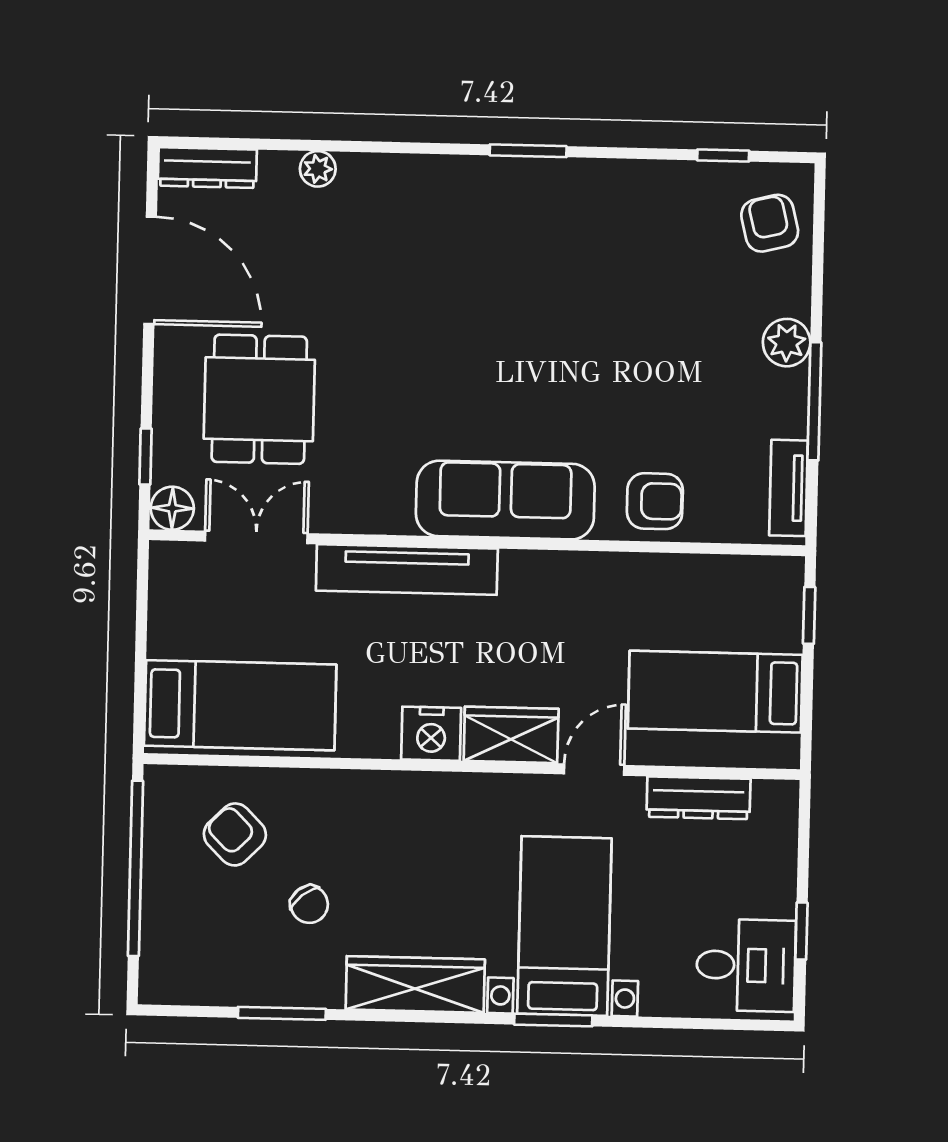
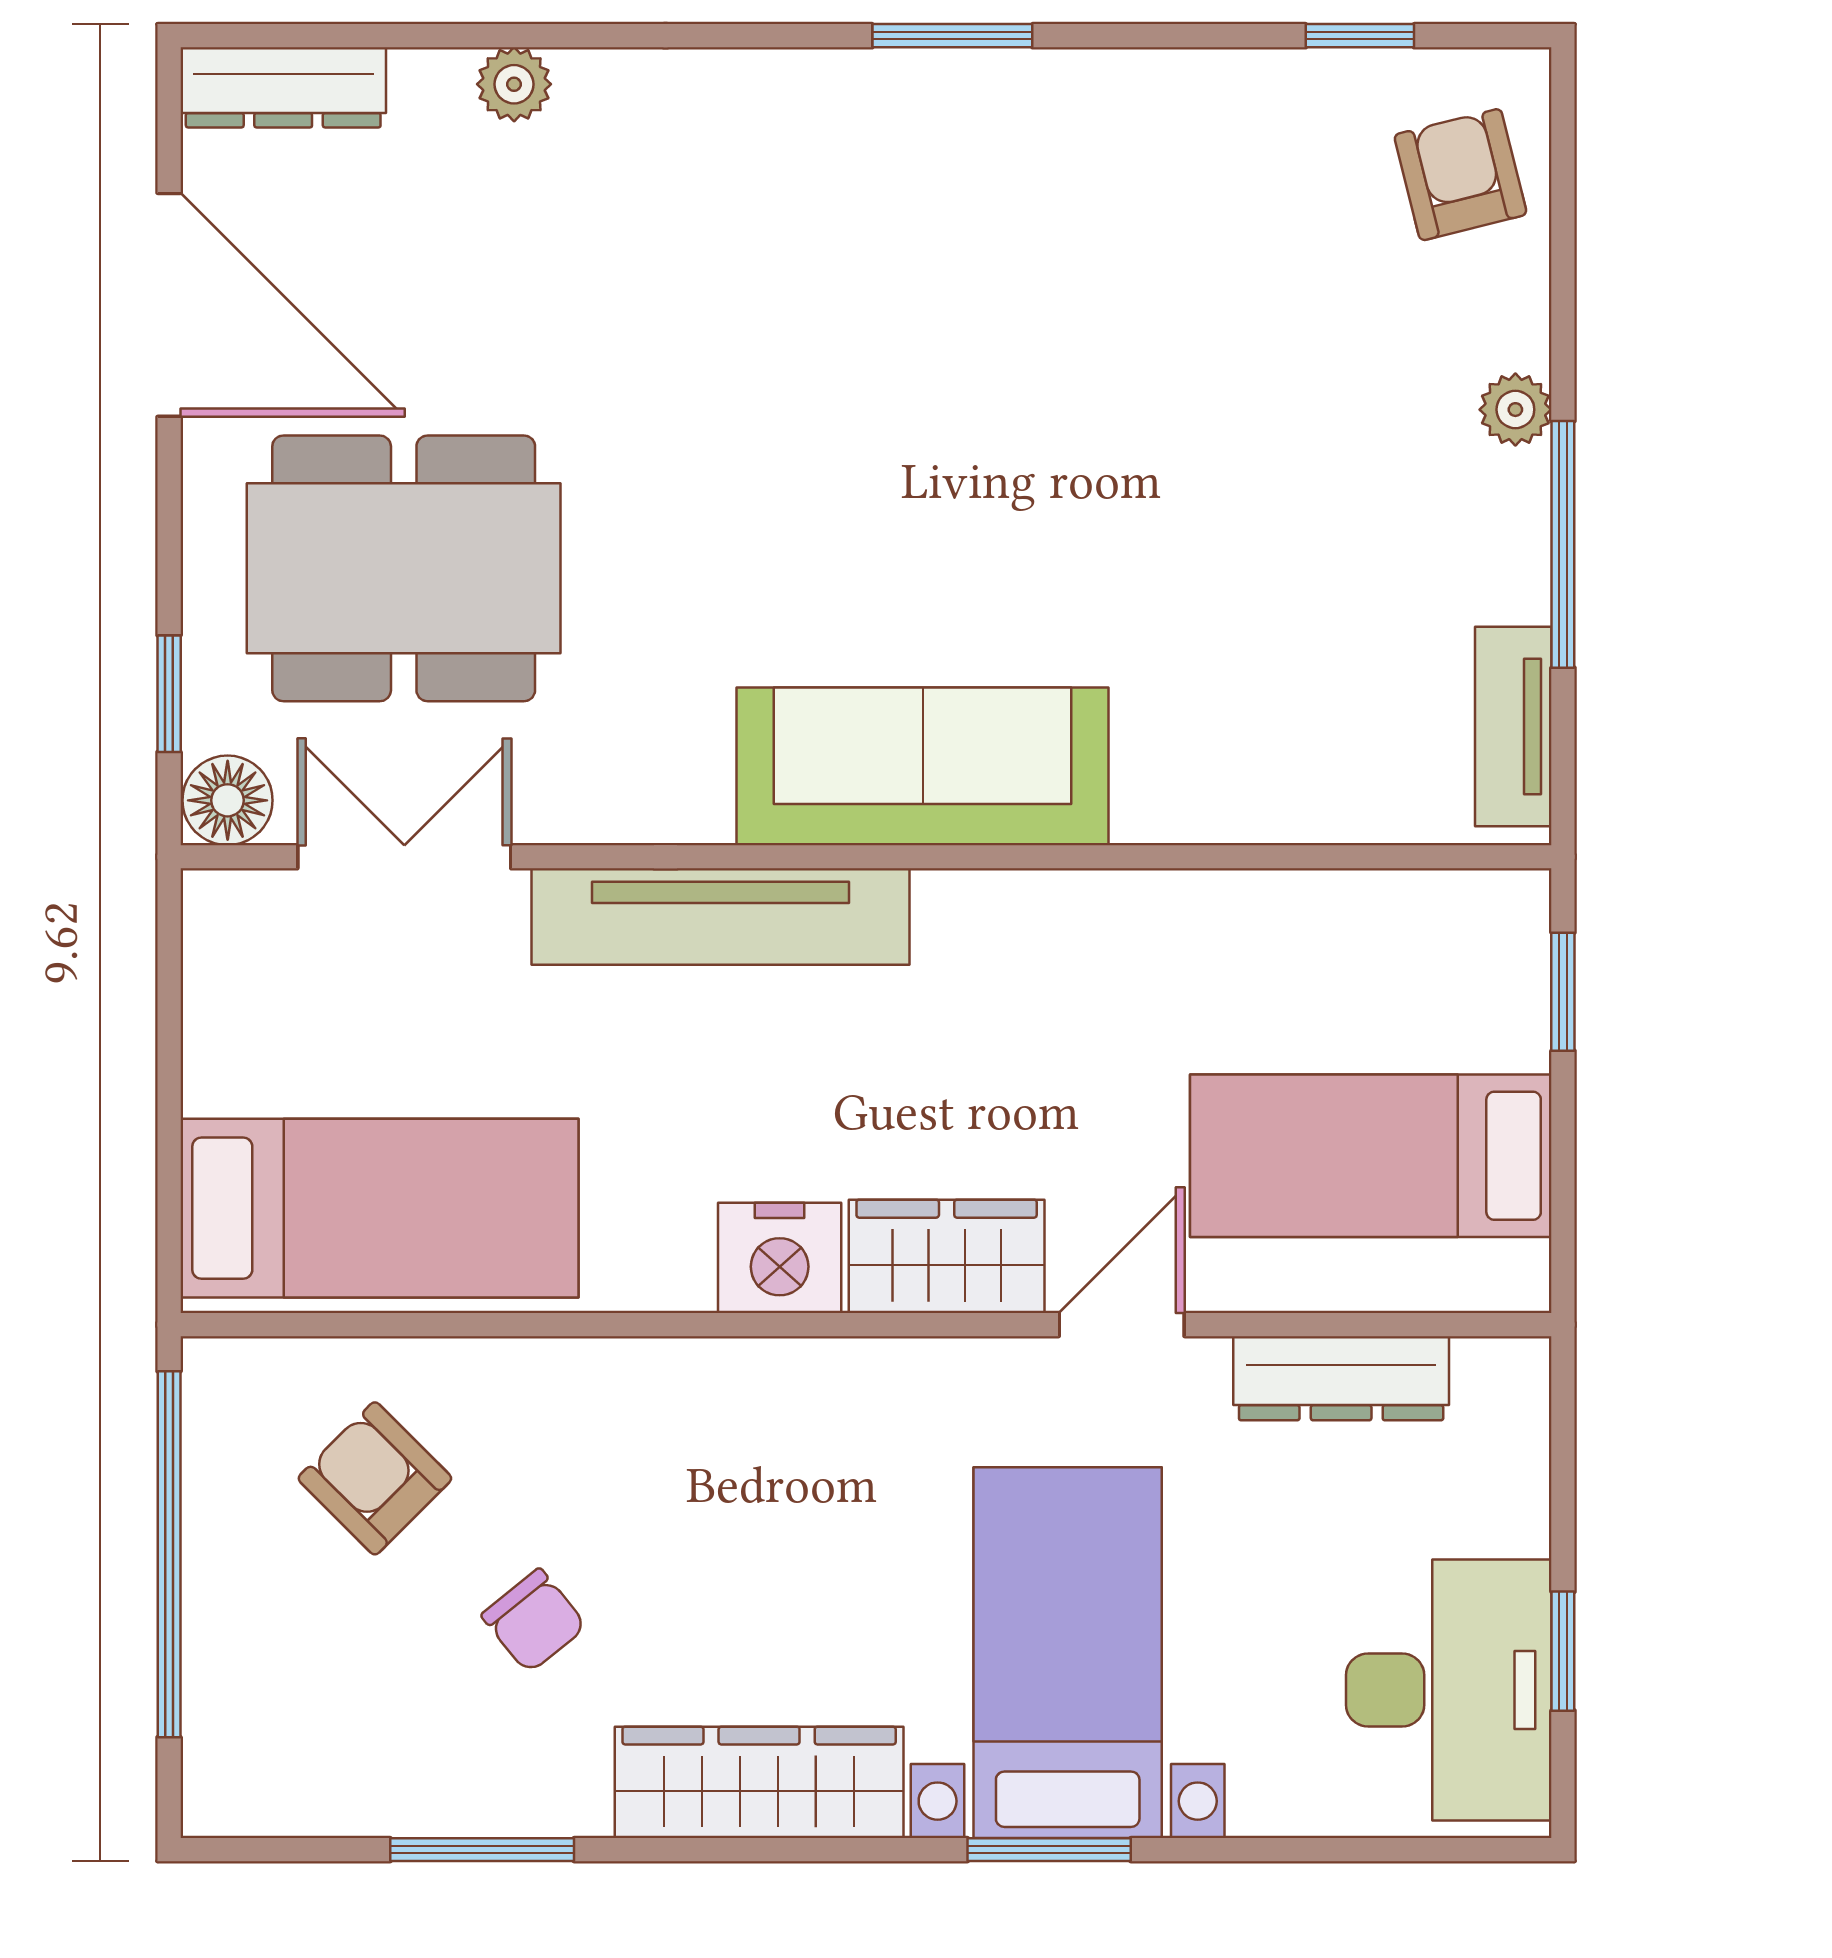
plant: (787, 343) -> (1515, 410), width x0.73, depth x0.73
dining table: (259, 399) -> (404, 568), width x1.38
armchair: (655, 501) -> (1235, 761), removed
desk: (746, 965) -> (1449, 1690), width x1.37

